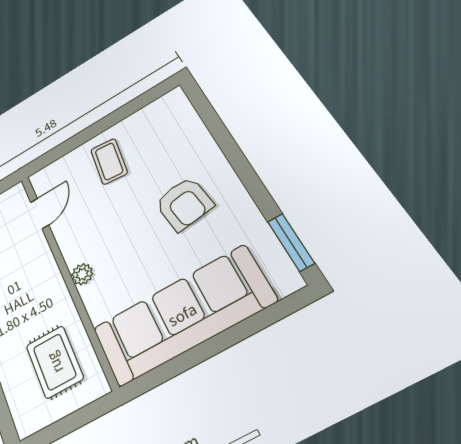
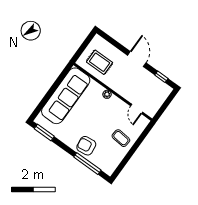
window: (217, 129) -> (87, 164), added
armchair: (184, 204) -> (86, 146), moved

